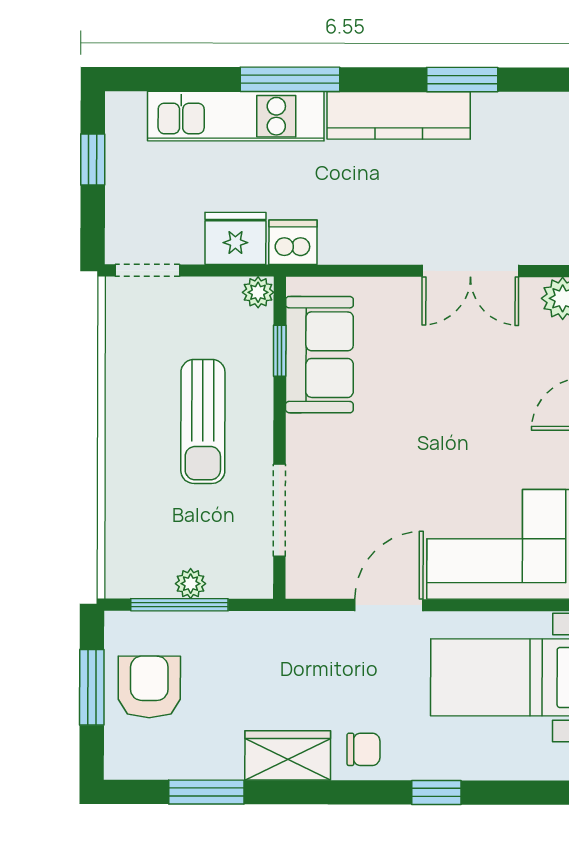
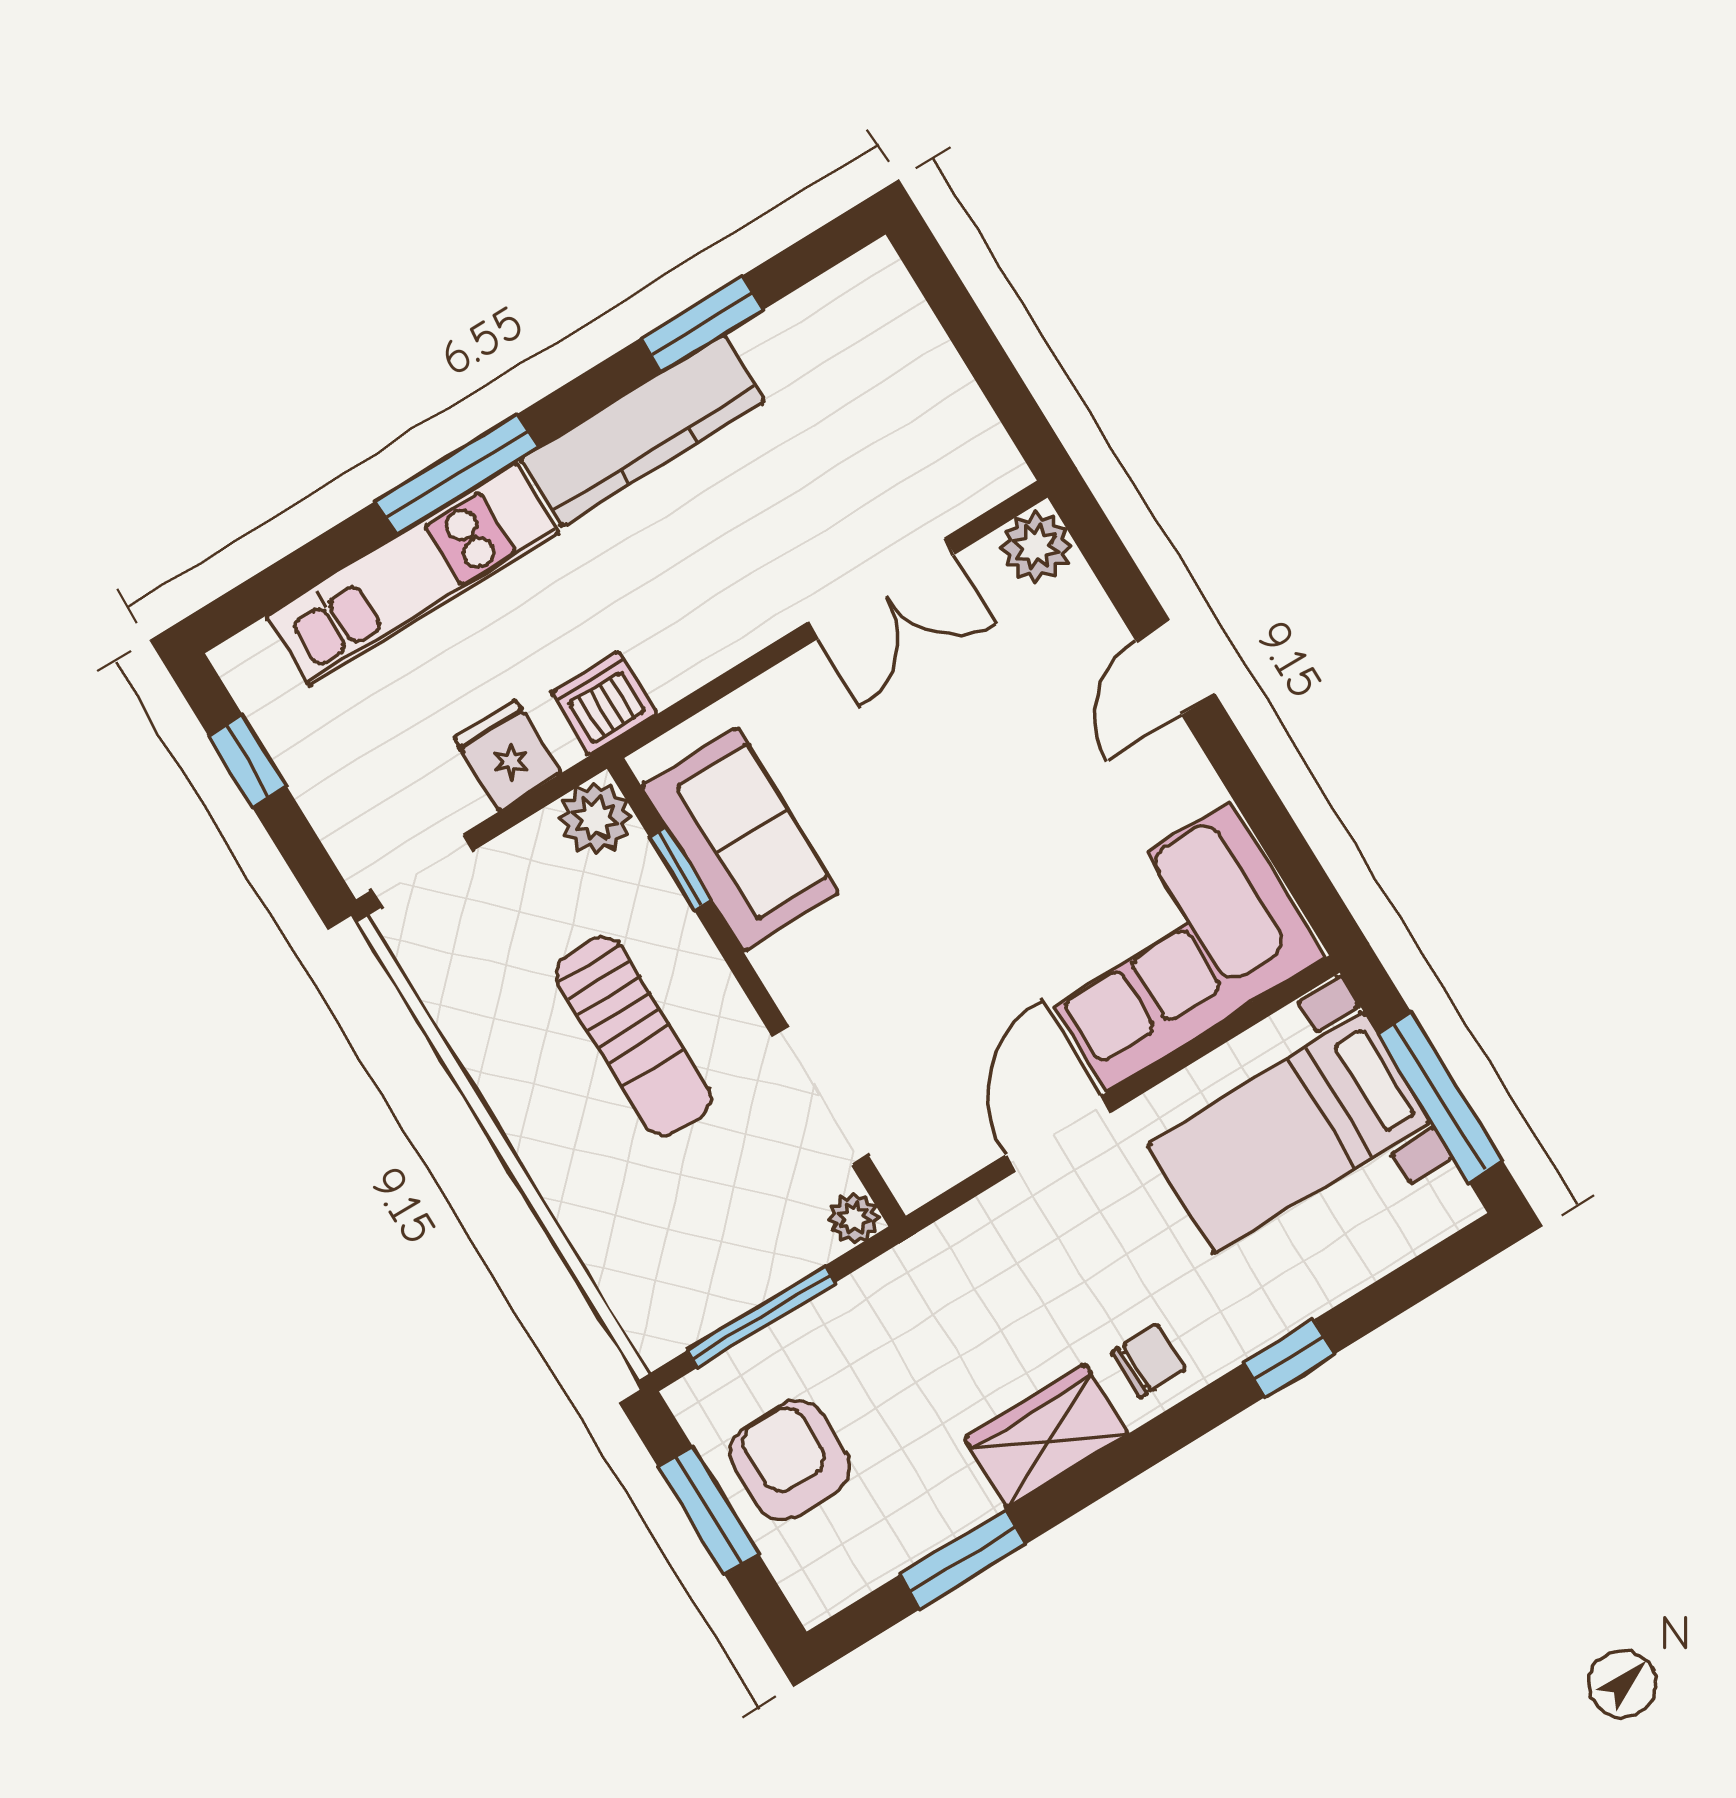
fridge: (235, 238) -> (507, 755), width x0.72
plant: (258, 292) -> (595, 818), width x1.38, depth x1.38
plant: (191, 584) -> (854, 1218), moved

